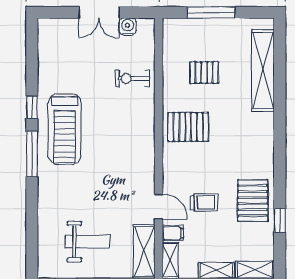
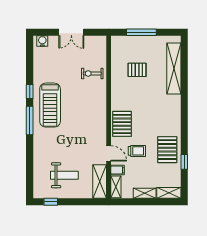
water cooler: (128, 27) -> (42, 41), moved
pallet: (188, 127) -> (122, 124), moved, turned 90

